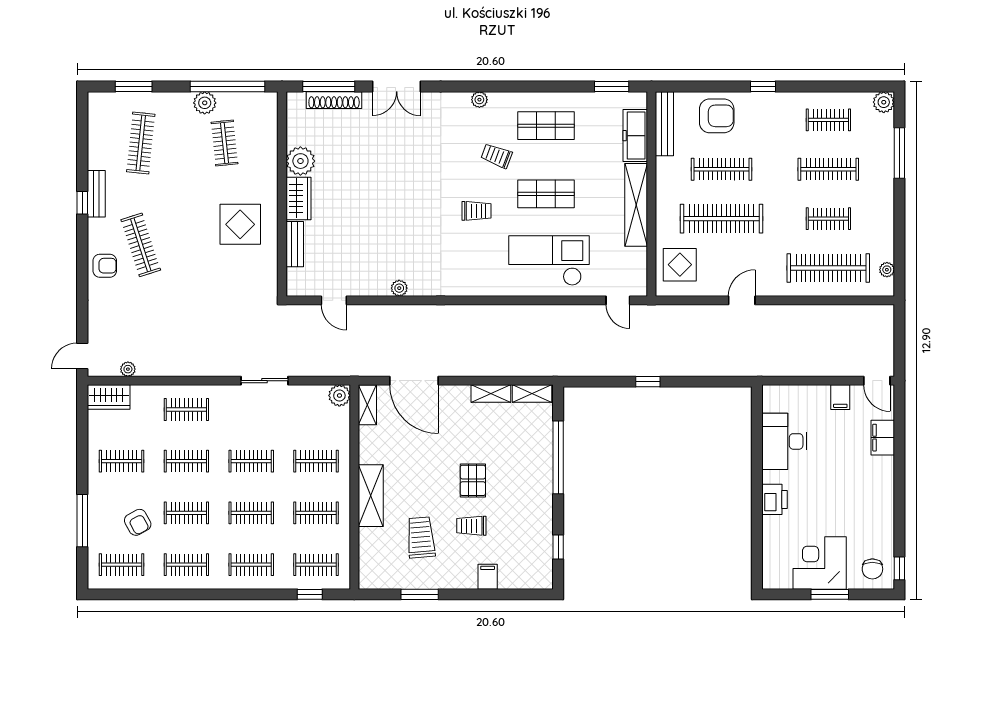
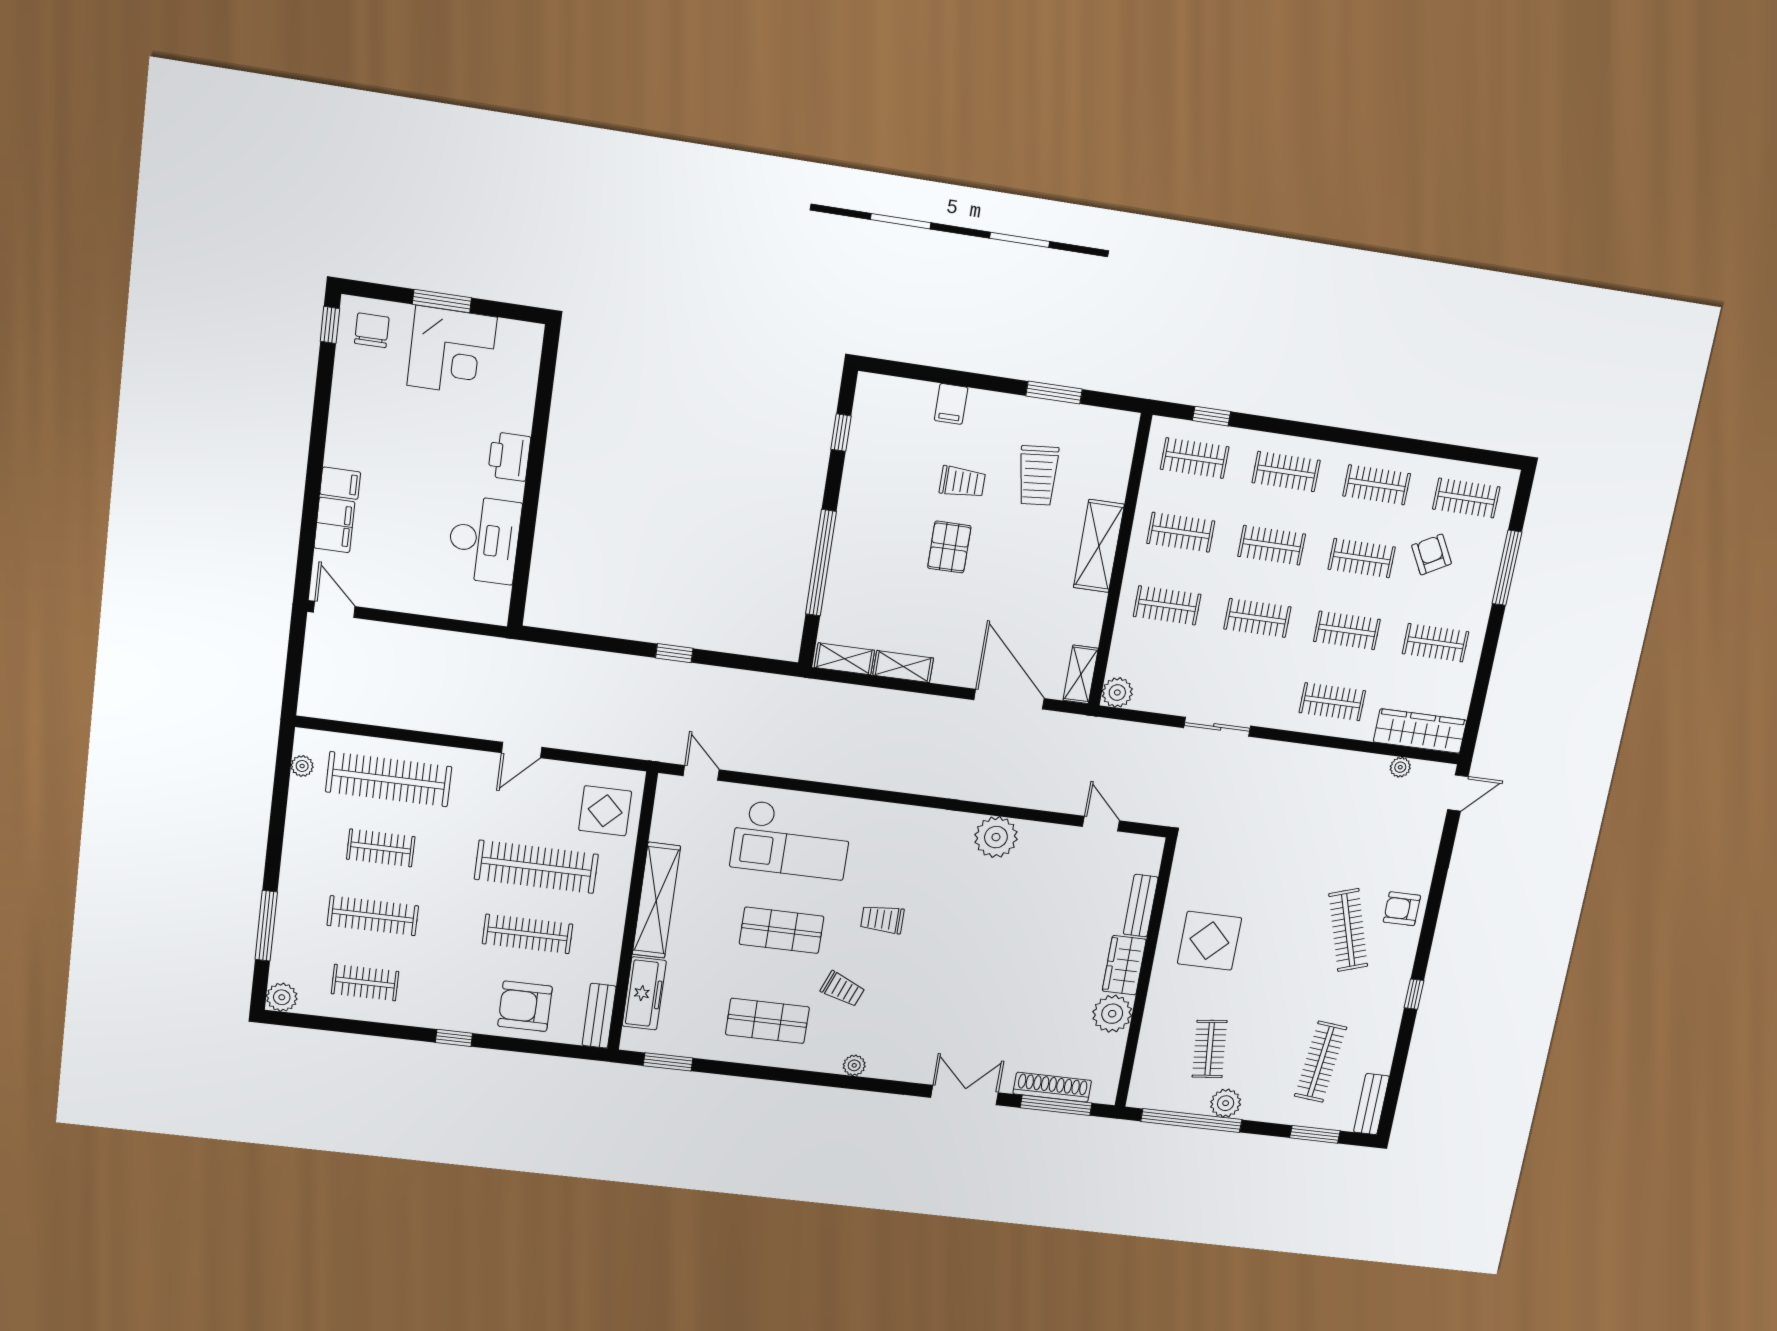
bench: (664, 124) -> (599, 1016), width x0.73
bench: (96, 194) -> (1371, 1104), moved
plant: (399, 288) -> (996, 837), width x1.87, depth x1.87
wardrobe: (109, 397) -> (1420, 731), width x1.50
filing cabinet: (840, 397) -> (340, 483), moved, turned 90

